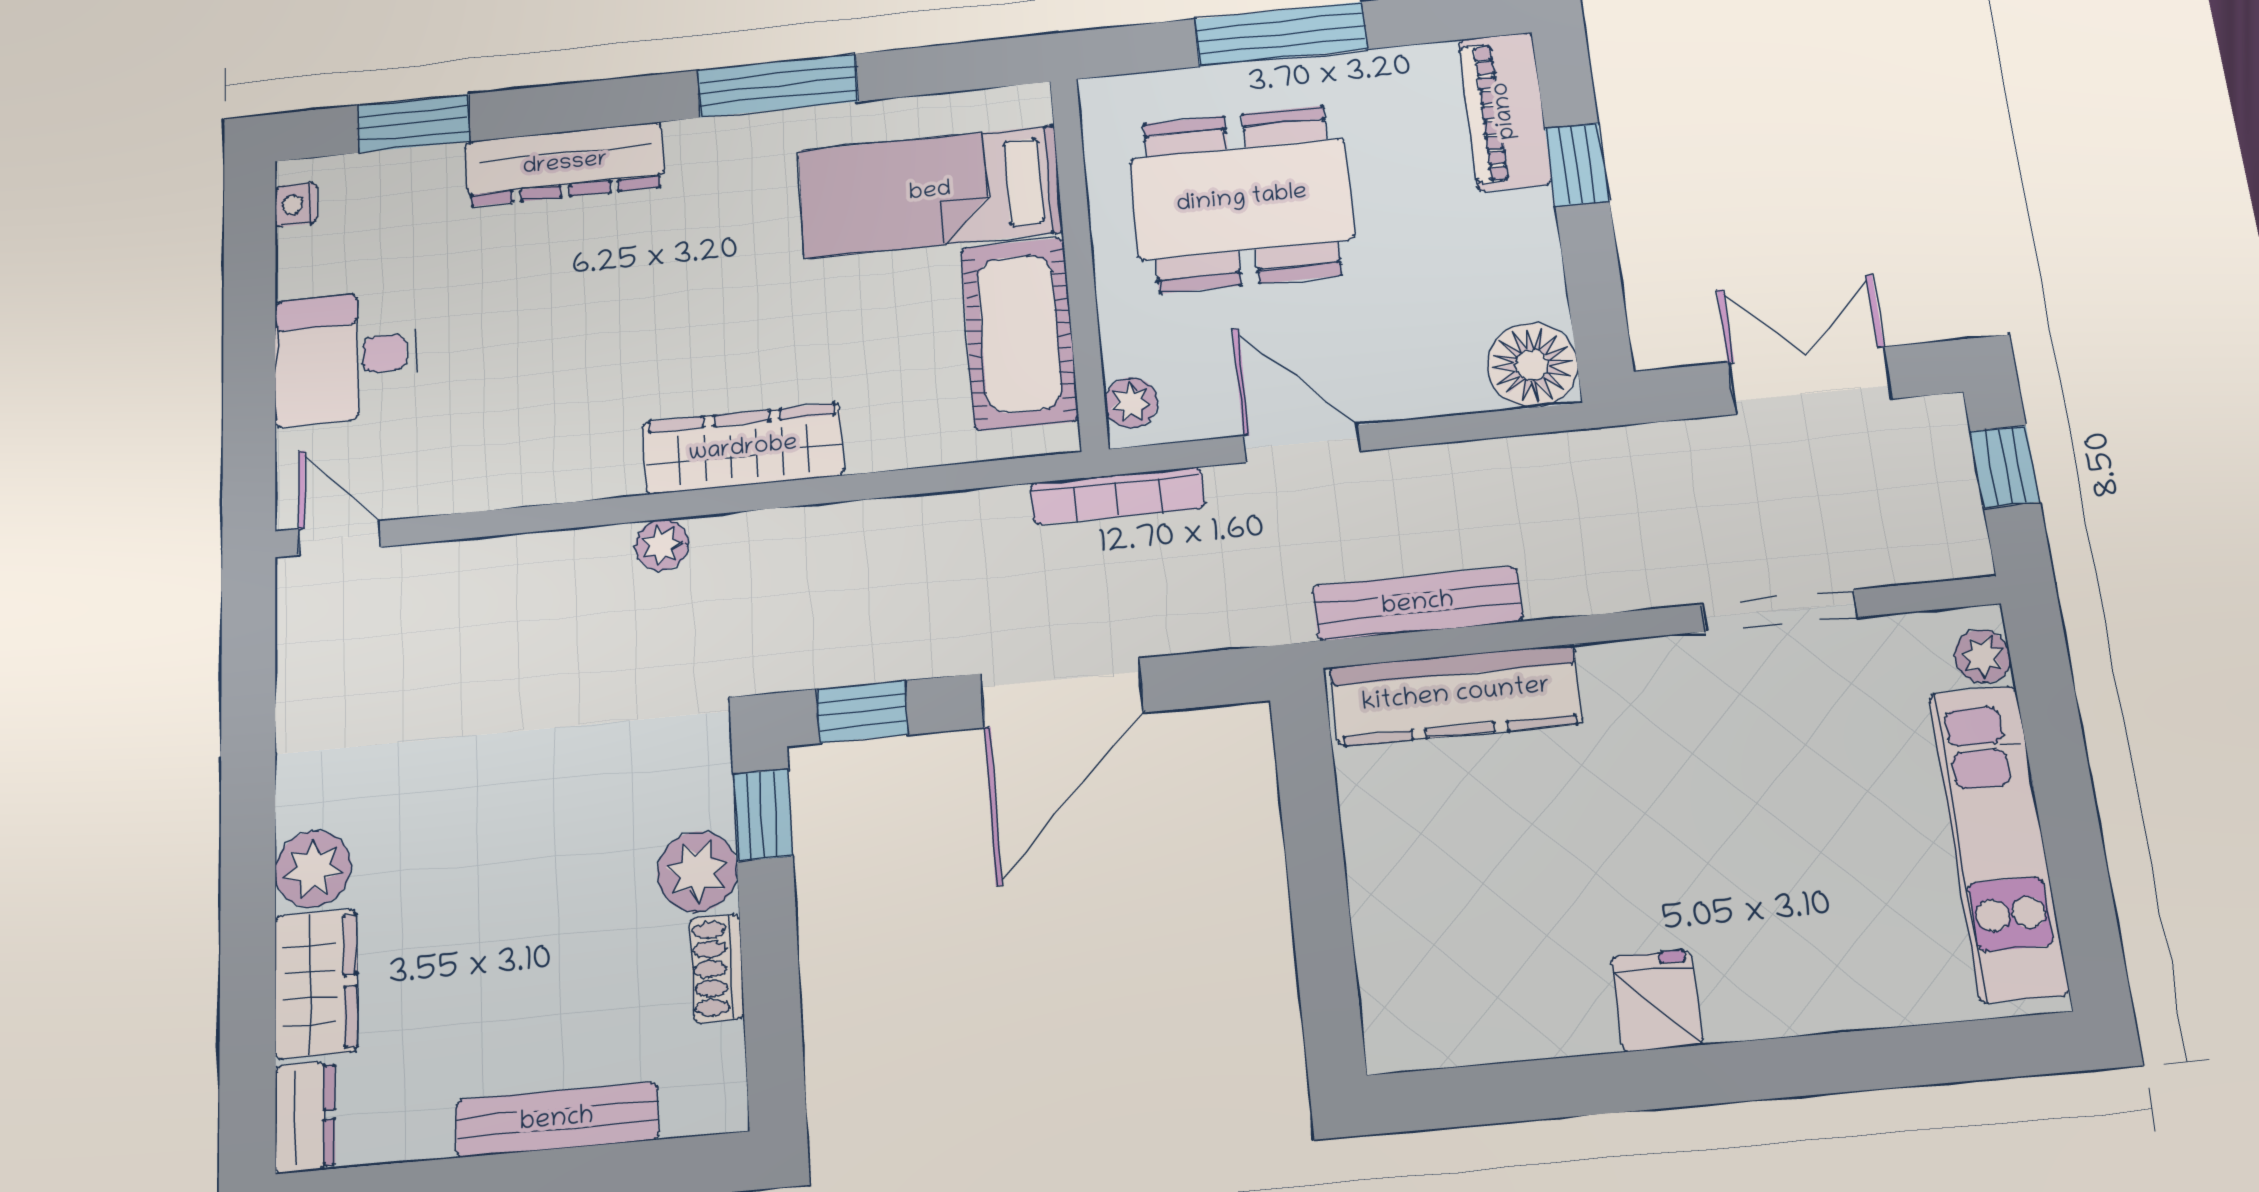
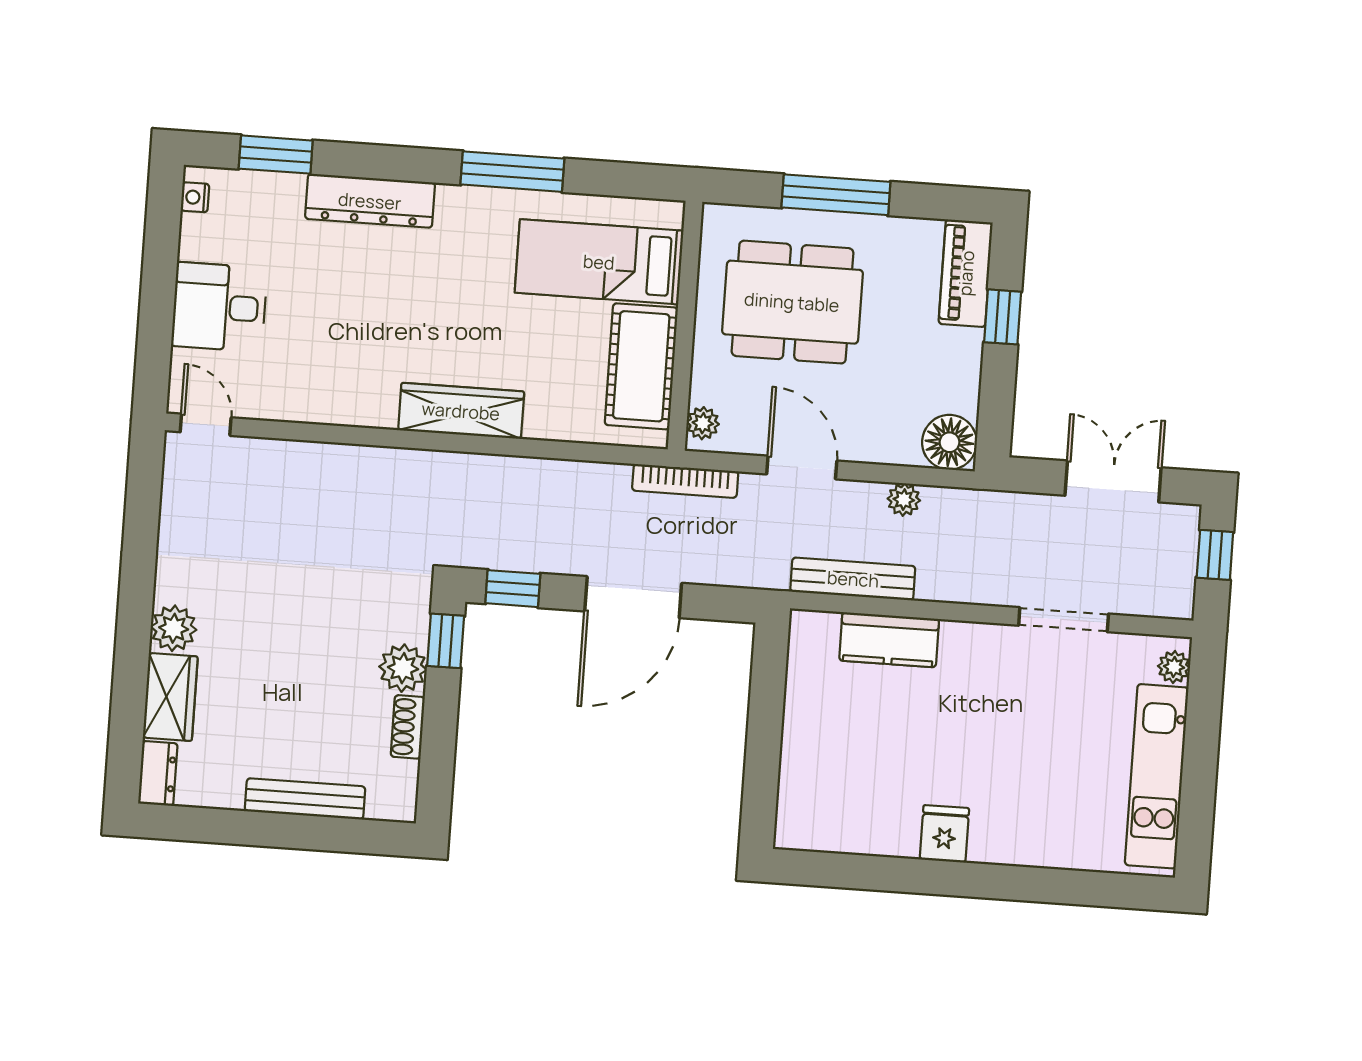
plant: (662, 545) -> (904, 500), moved
kitchen counter: (1456, 695) -> (889, 640), width x0.67

